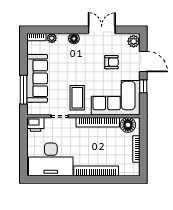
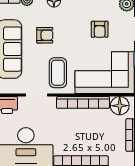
armchair: (111, 62) -> (100, 29), turned 90
armchair: (66, 67) -> (45, 35), added

